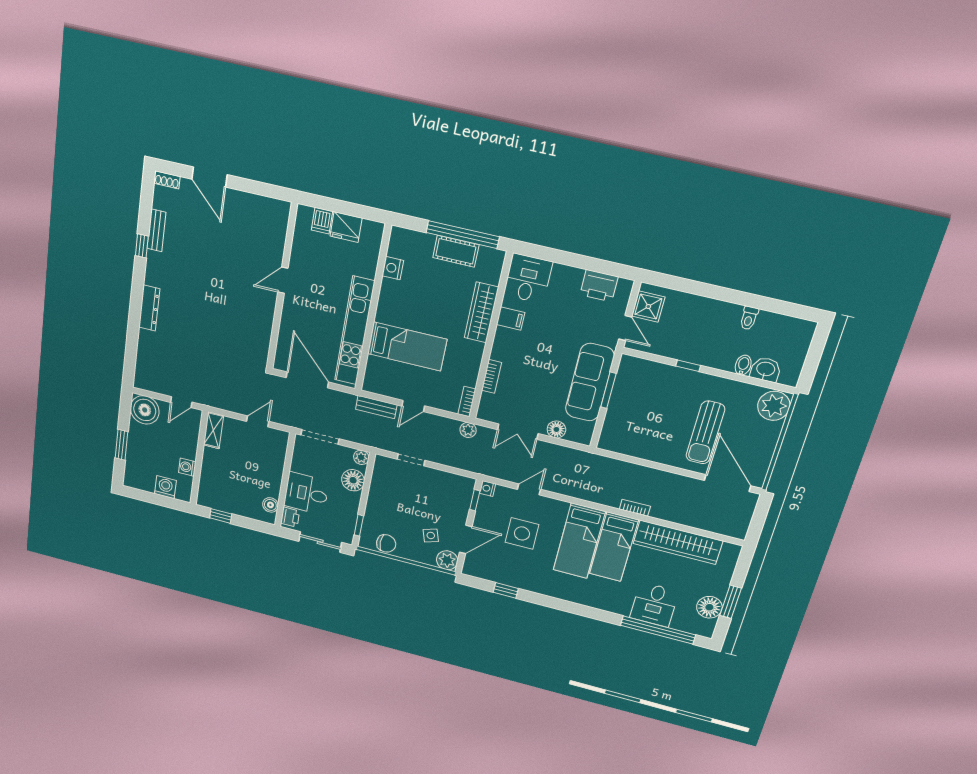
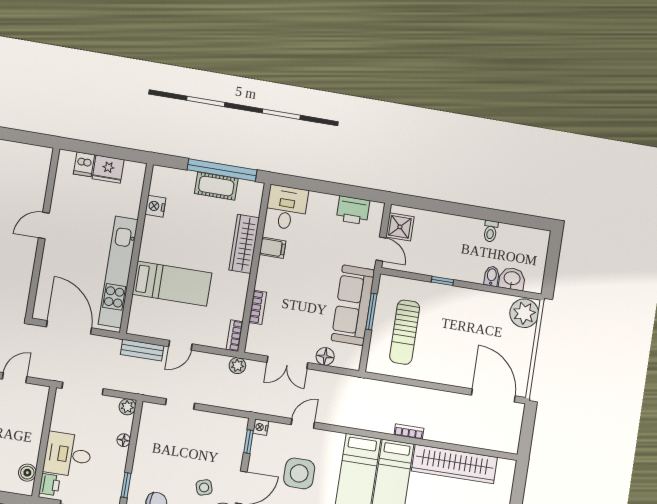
sun lounger: (705, 433) -> (405, 332), moved
floor lamp: (353, 480) -> (124, 440), width x0.53, depth x0.53

